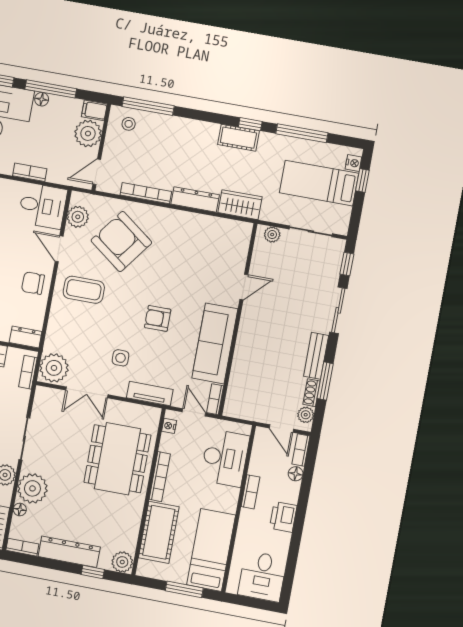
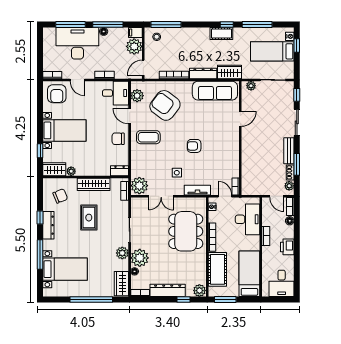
sofa: (215, 343) -> (215, 91), moved, turned -90
window: (184, 589) -> (225, 300), moved

